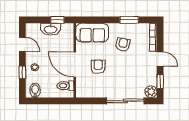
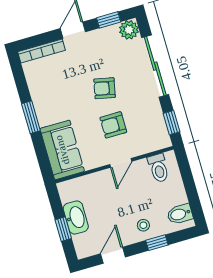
window: (57, 20) -> (63, 229), moved
window: (129, 20) -> (31, 117), moved
armchair: (123, 44) -> (105, 88), moved
door: (75, 64) -> (121, 163), width x0.53
window: (90, 101) -> (172, 123), added

